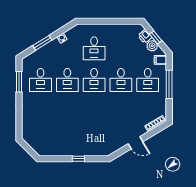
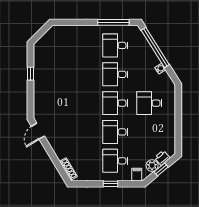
window: (42, 43) -> (155, 47), width x2.11
window: (19, 82) -> (113, 22), width x1.44
window: (169, 84) -> (110, 184), width x0.46
door: (135, 143) -> (38, 131), moved
window: (78, 159) -> (30, 74), moved

